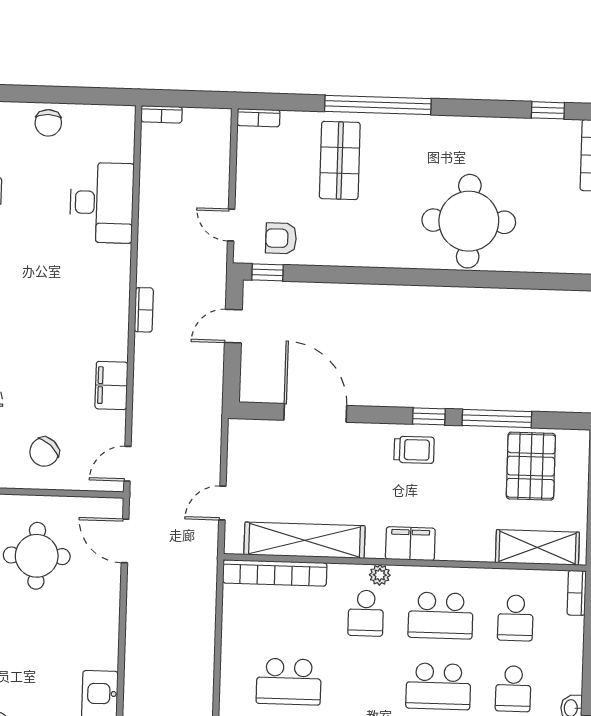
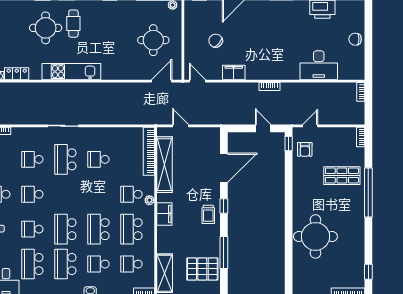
armchair: (281, 238) -> (305, 149), turned 180
window: (429, 416) -> (224, 206), moved
chair: (44, 452) -> (216, 41), moved
school desk: (289, 682) -> (98, 159), width x0.54

